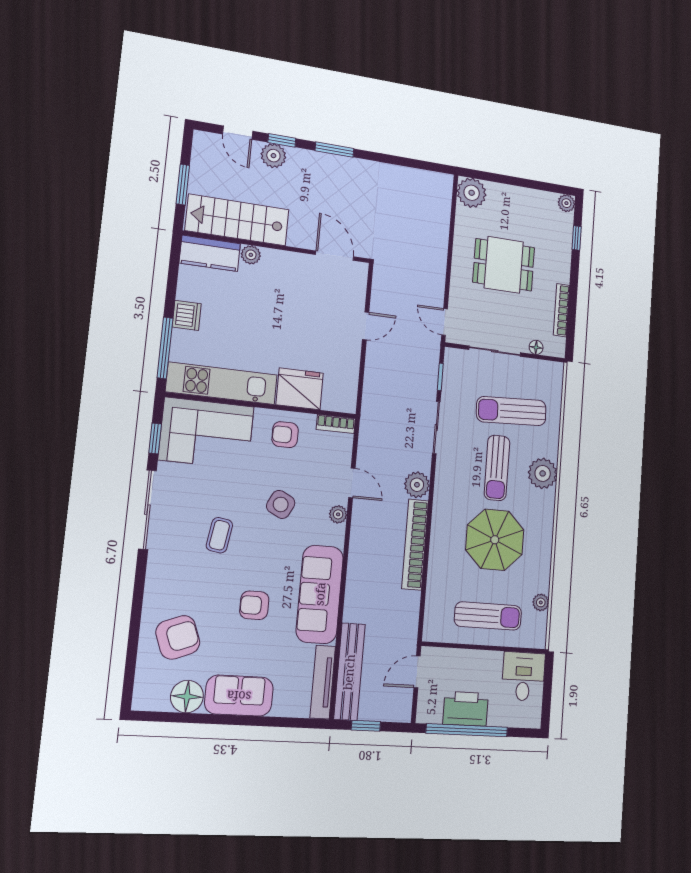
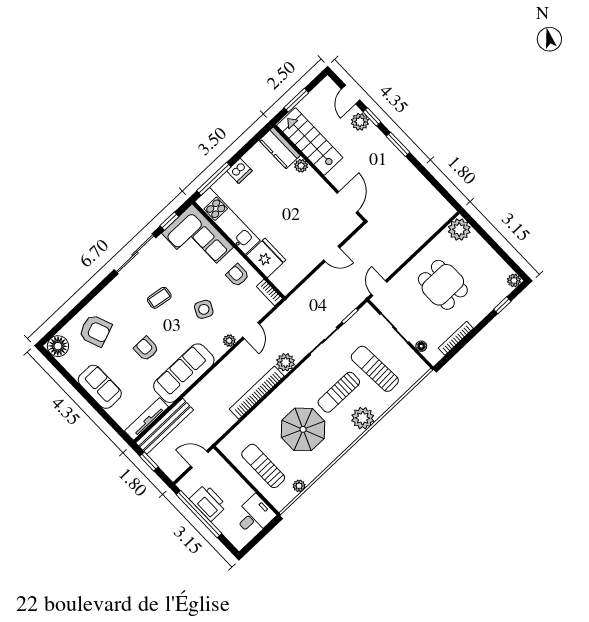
sun lounger: (488, 616) -> (263, 466), turned 180
floor lamp: (187, 696) -> (58, 346), moved

